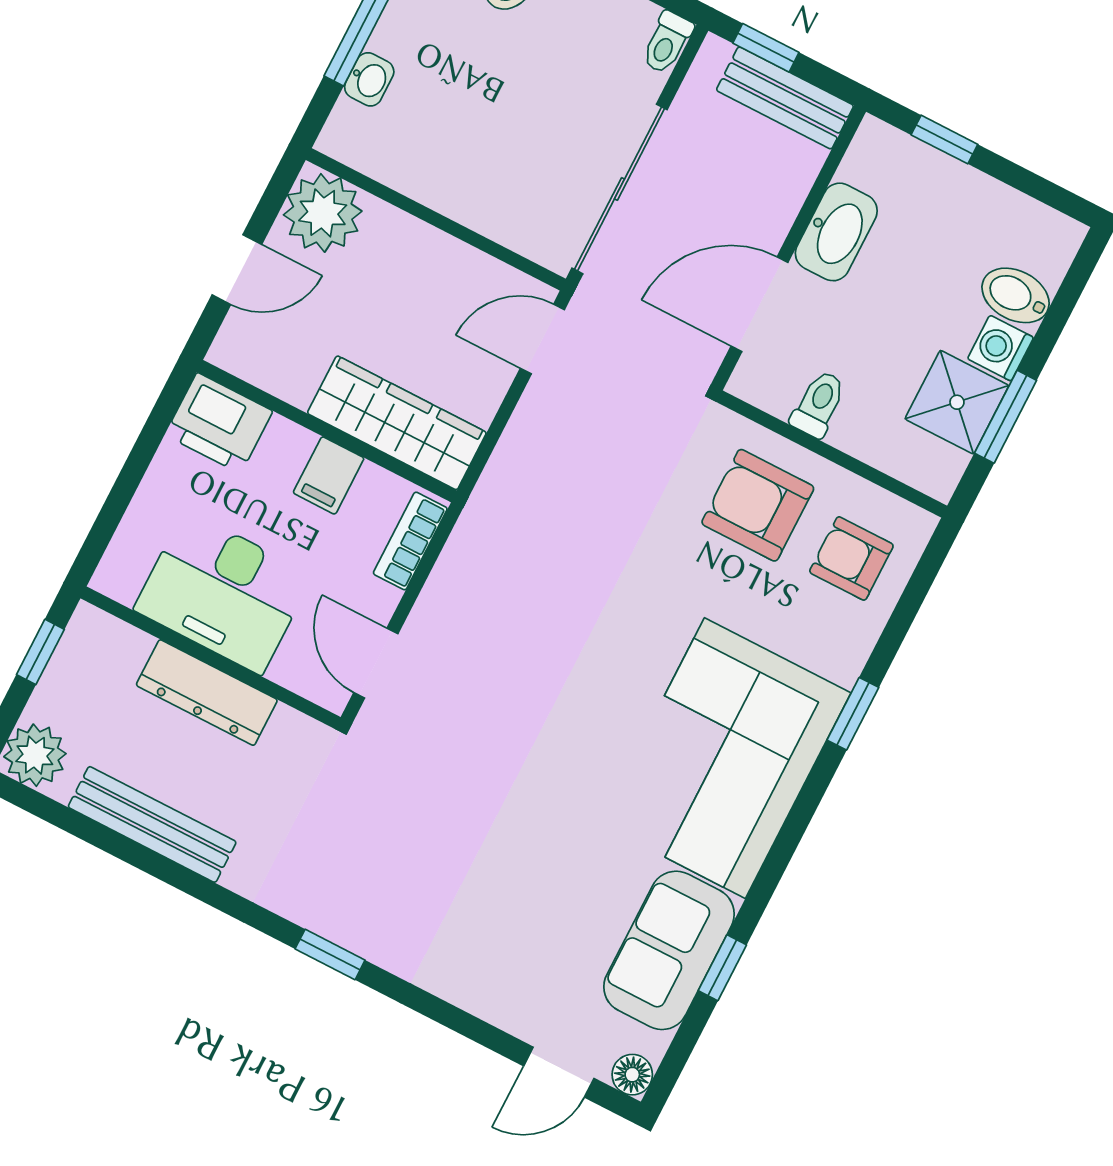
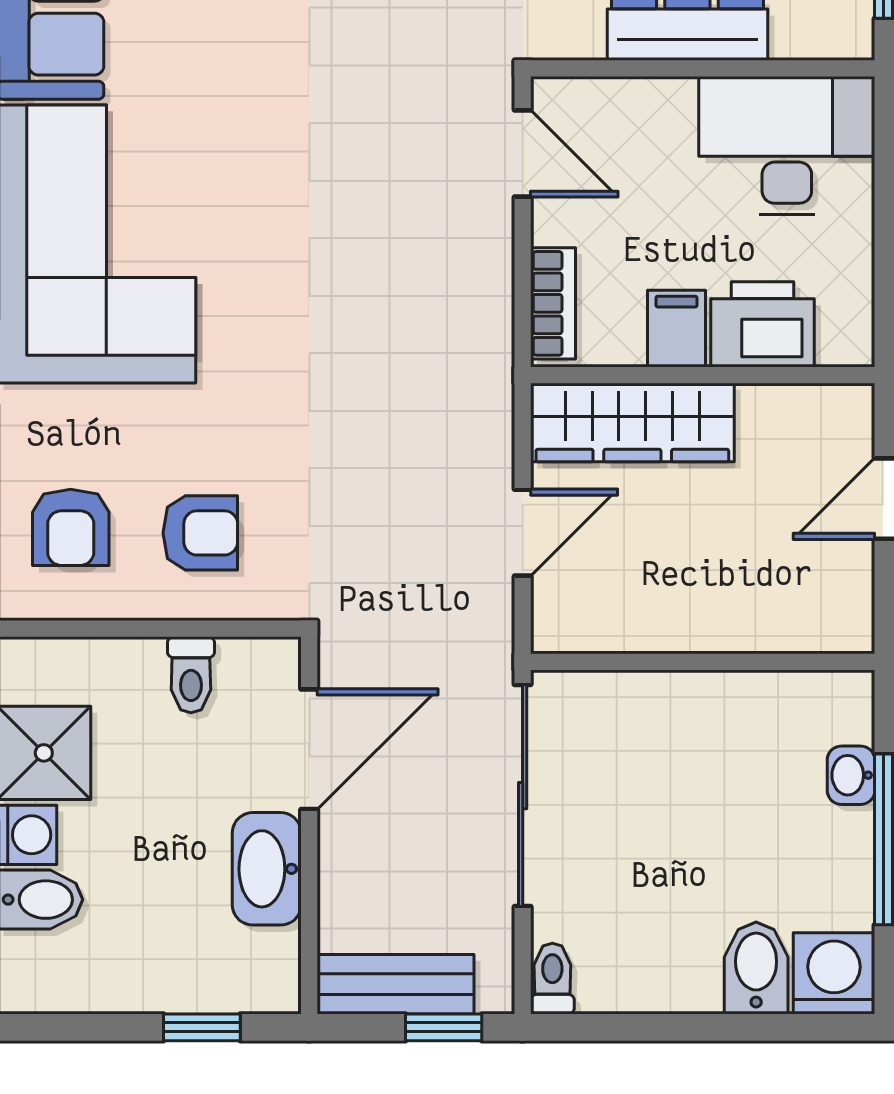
plant: (323, 213) -> (827, 606), removed
door: (542, 339) -> (523, 533), moved
printer: (219, 423) -> (762, 324), moved
armchair: (758, 505) -> (200, 533), width x0.72, depth x0.72
armchair: (851, 558) -> (71, 527), turned 90
desk: (223, 592) -> (787, 145), moved

